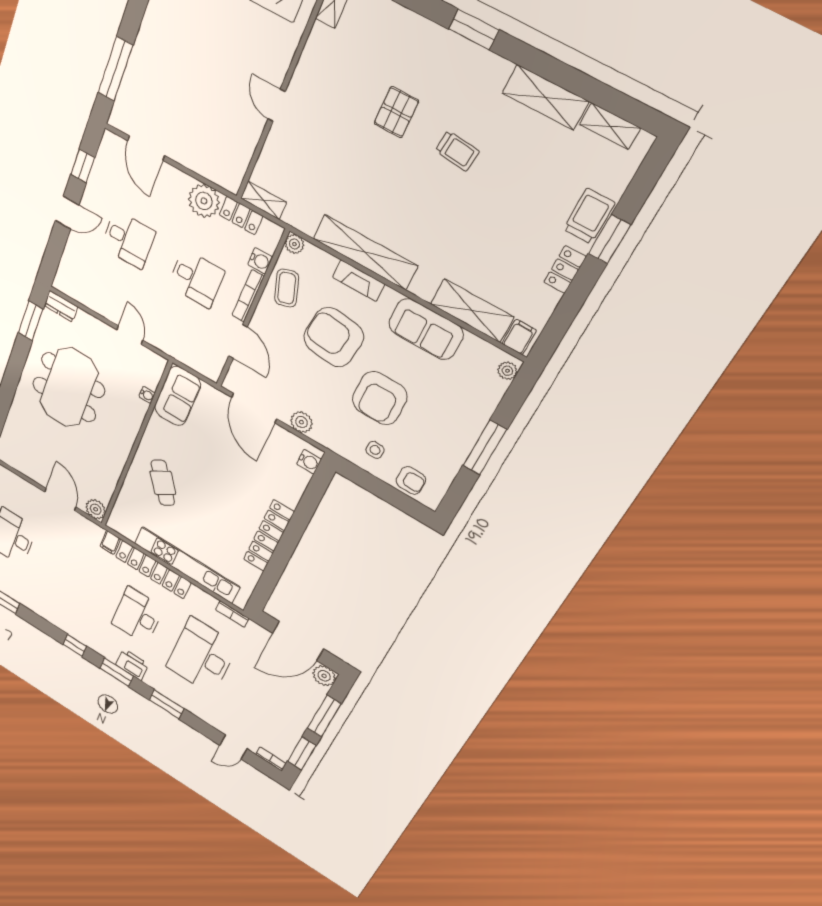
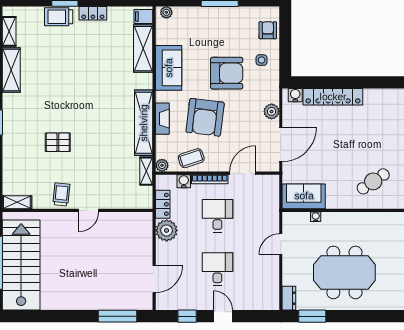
trolley: (457, 151) -> (61, 194), moved
shelving: (264, 200) -> (146, 171), moved
locker: (269, 536) -> (333, 97), moved

